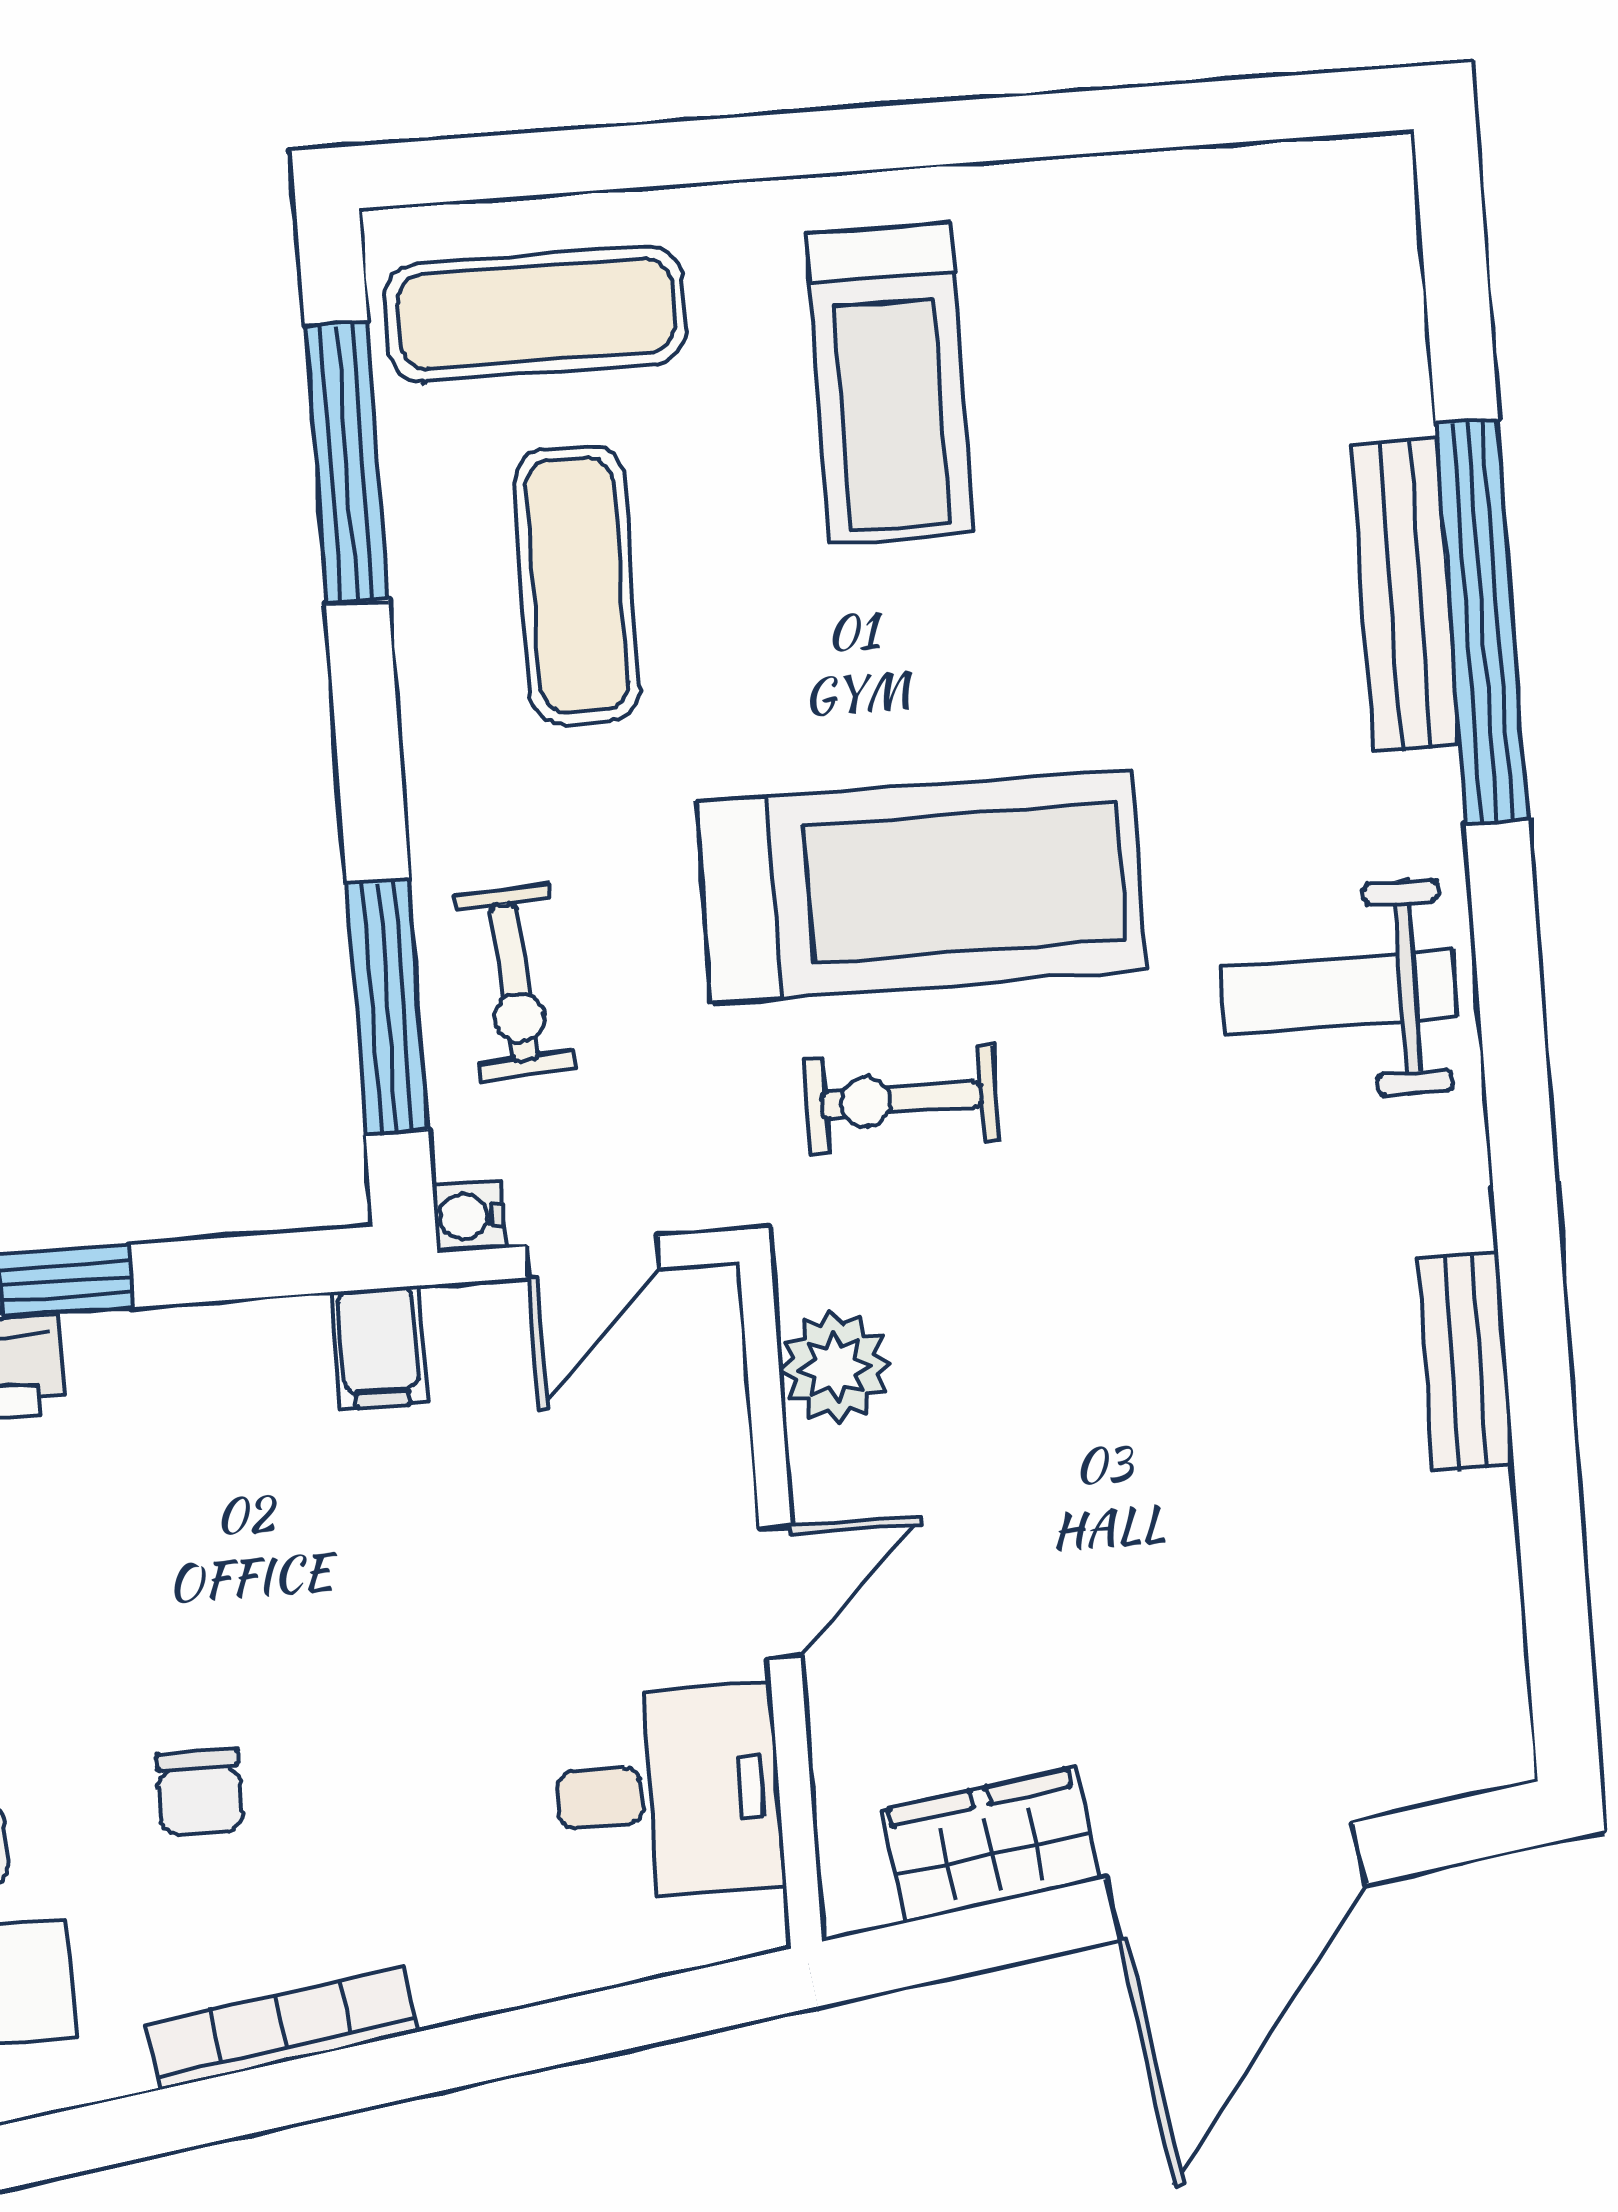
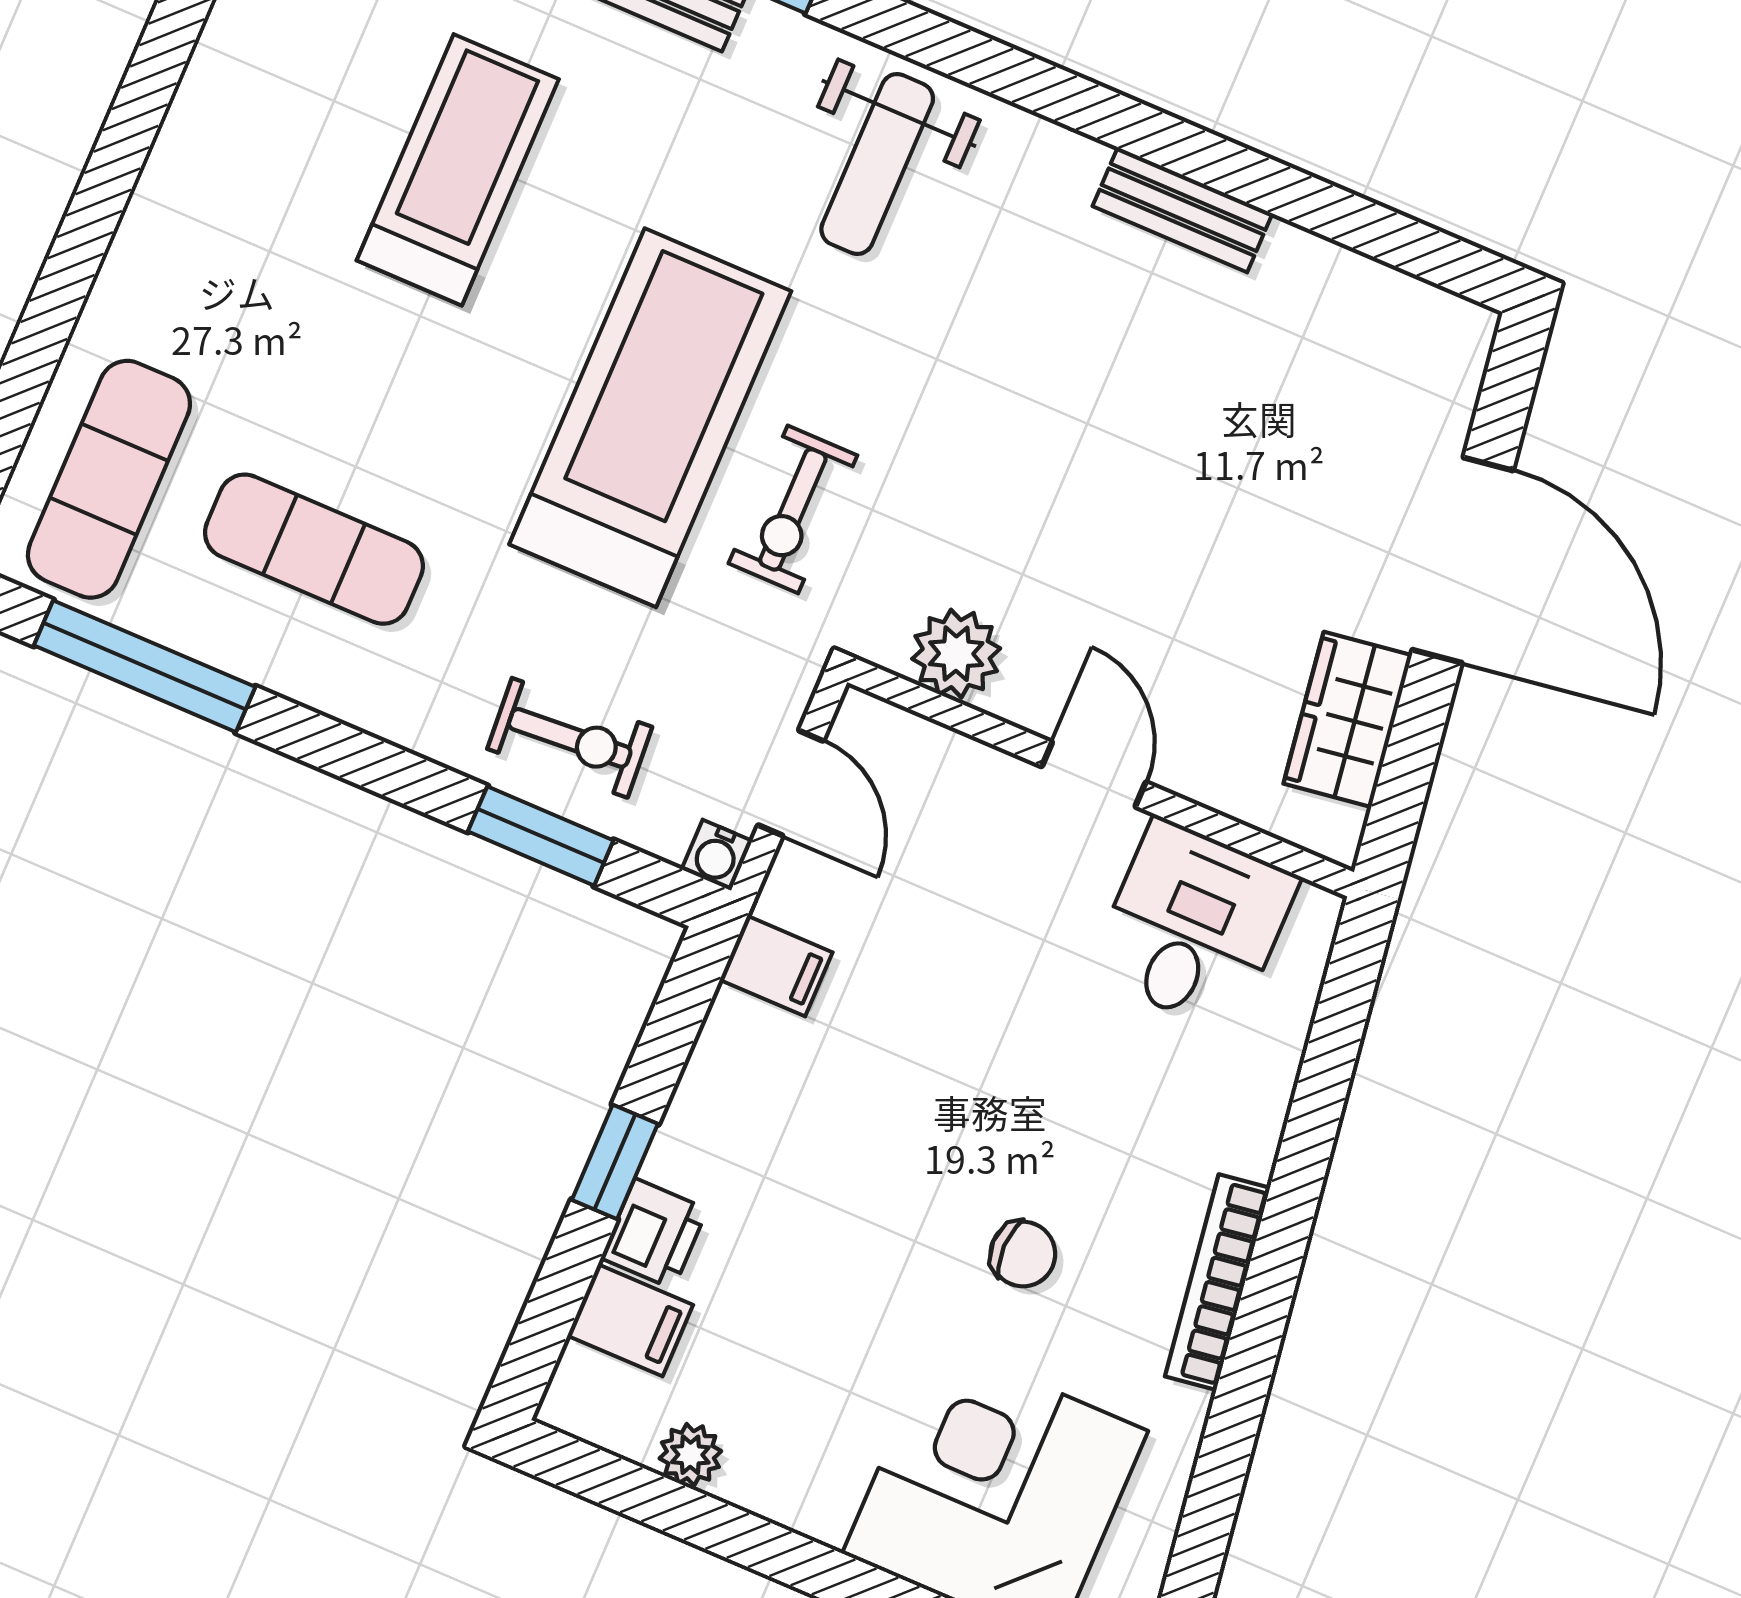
treadmill: (890, 383) -> (458, 170), moved, turned -90
window: (388, 1007) -> (541, 836), width x0.69

